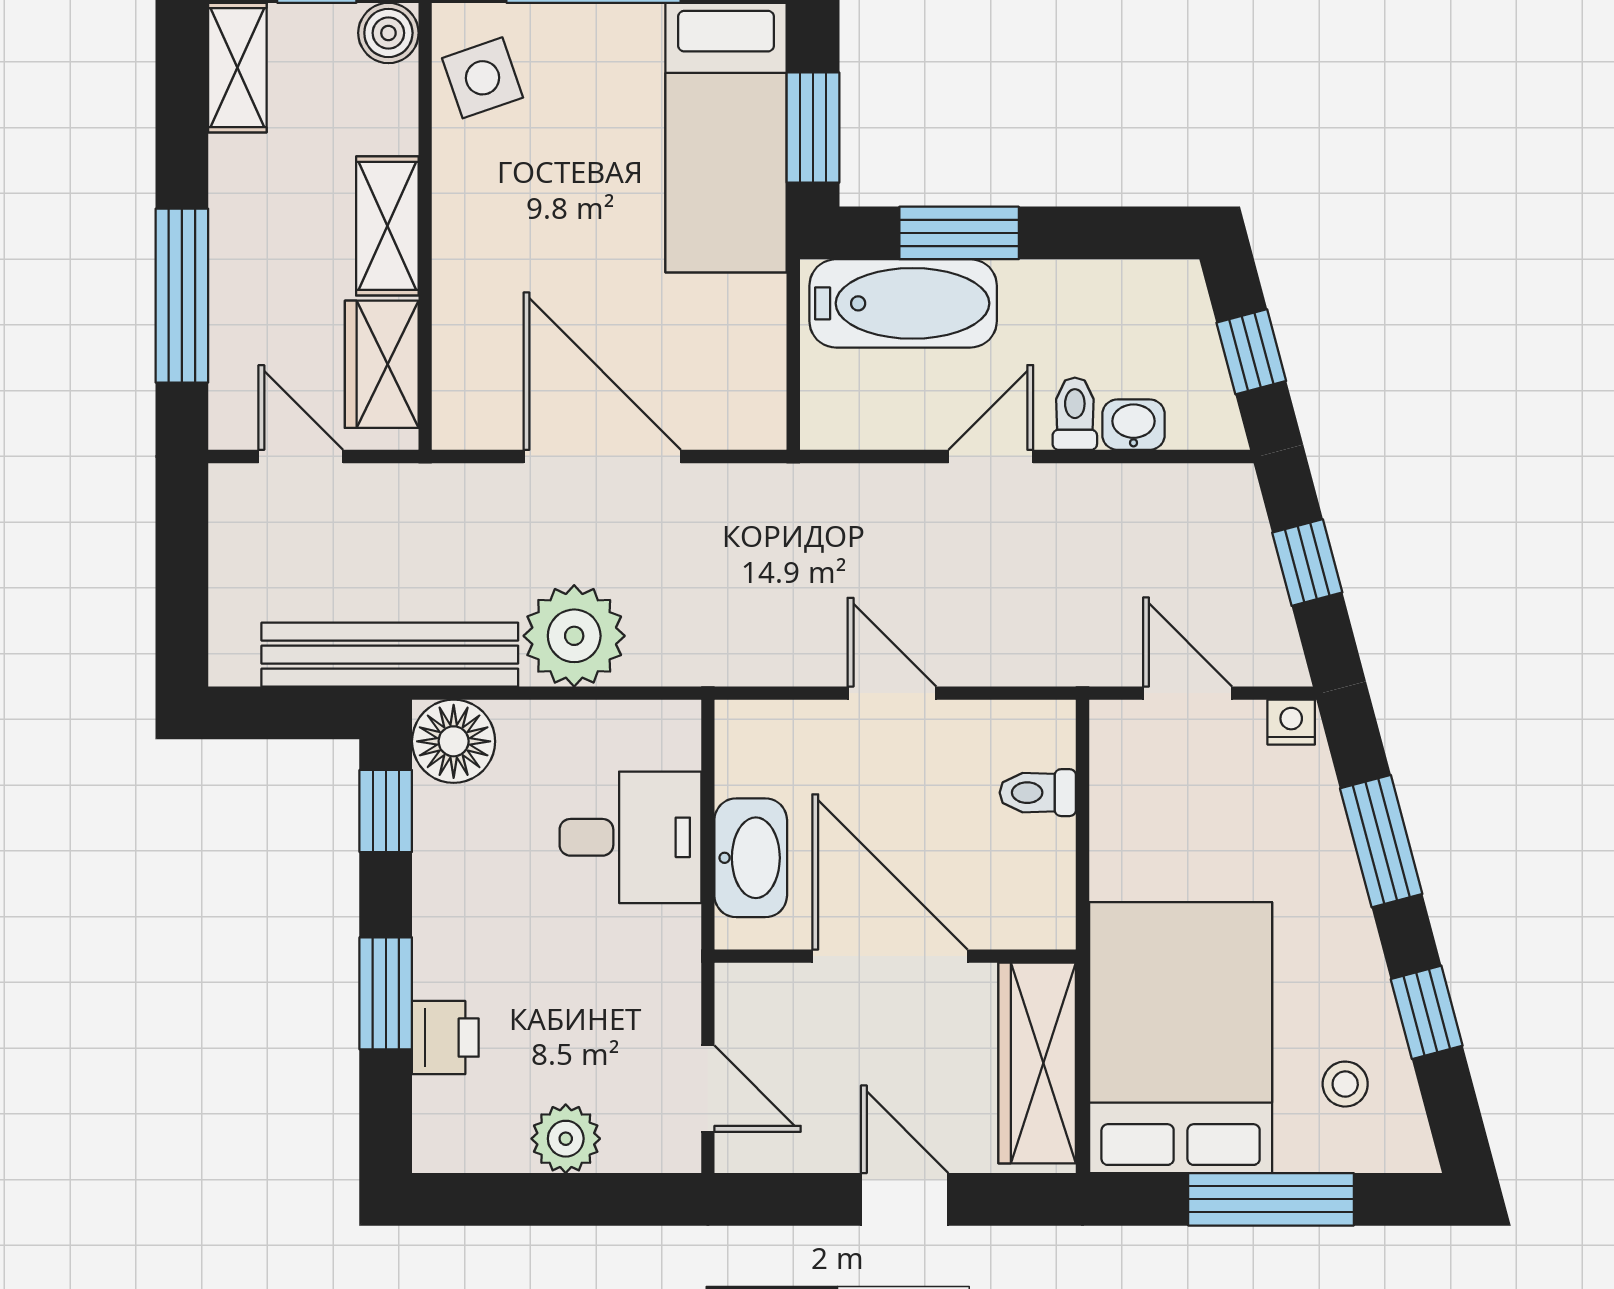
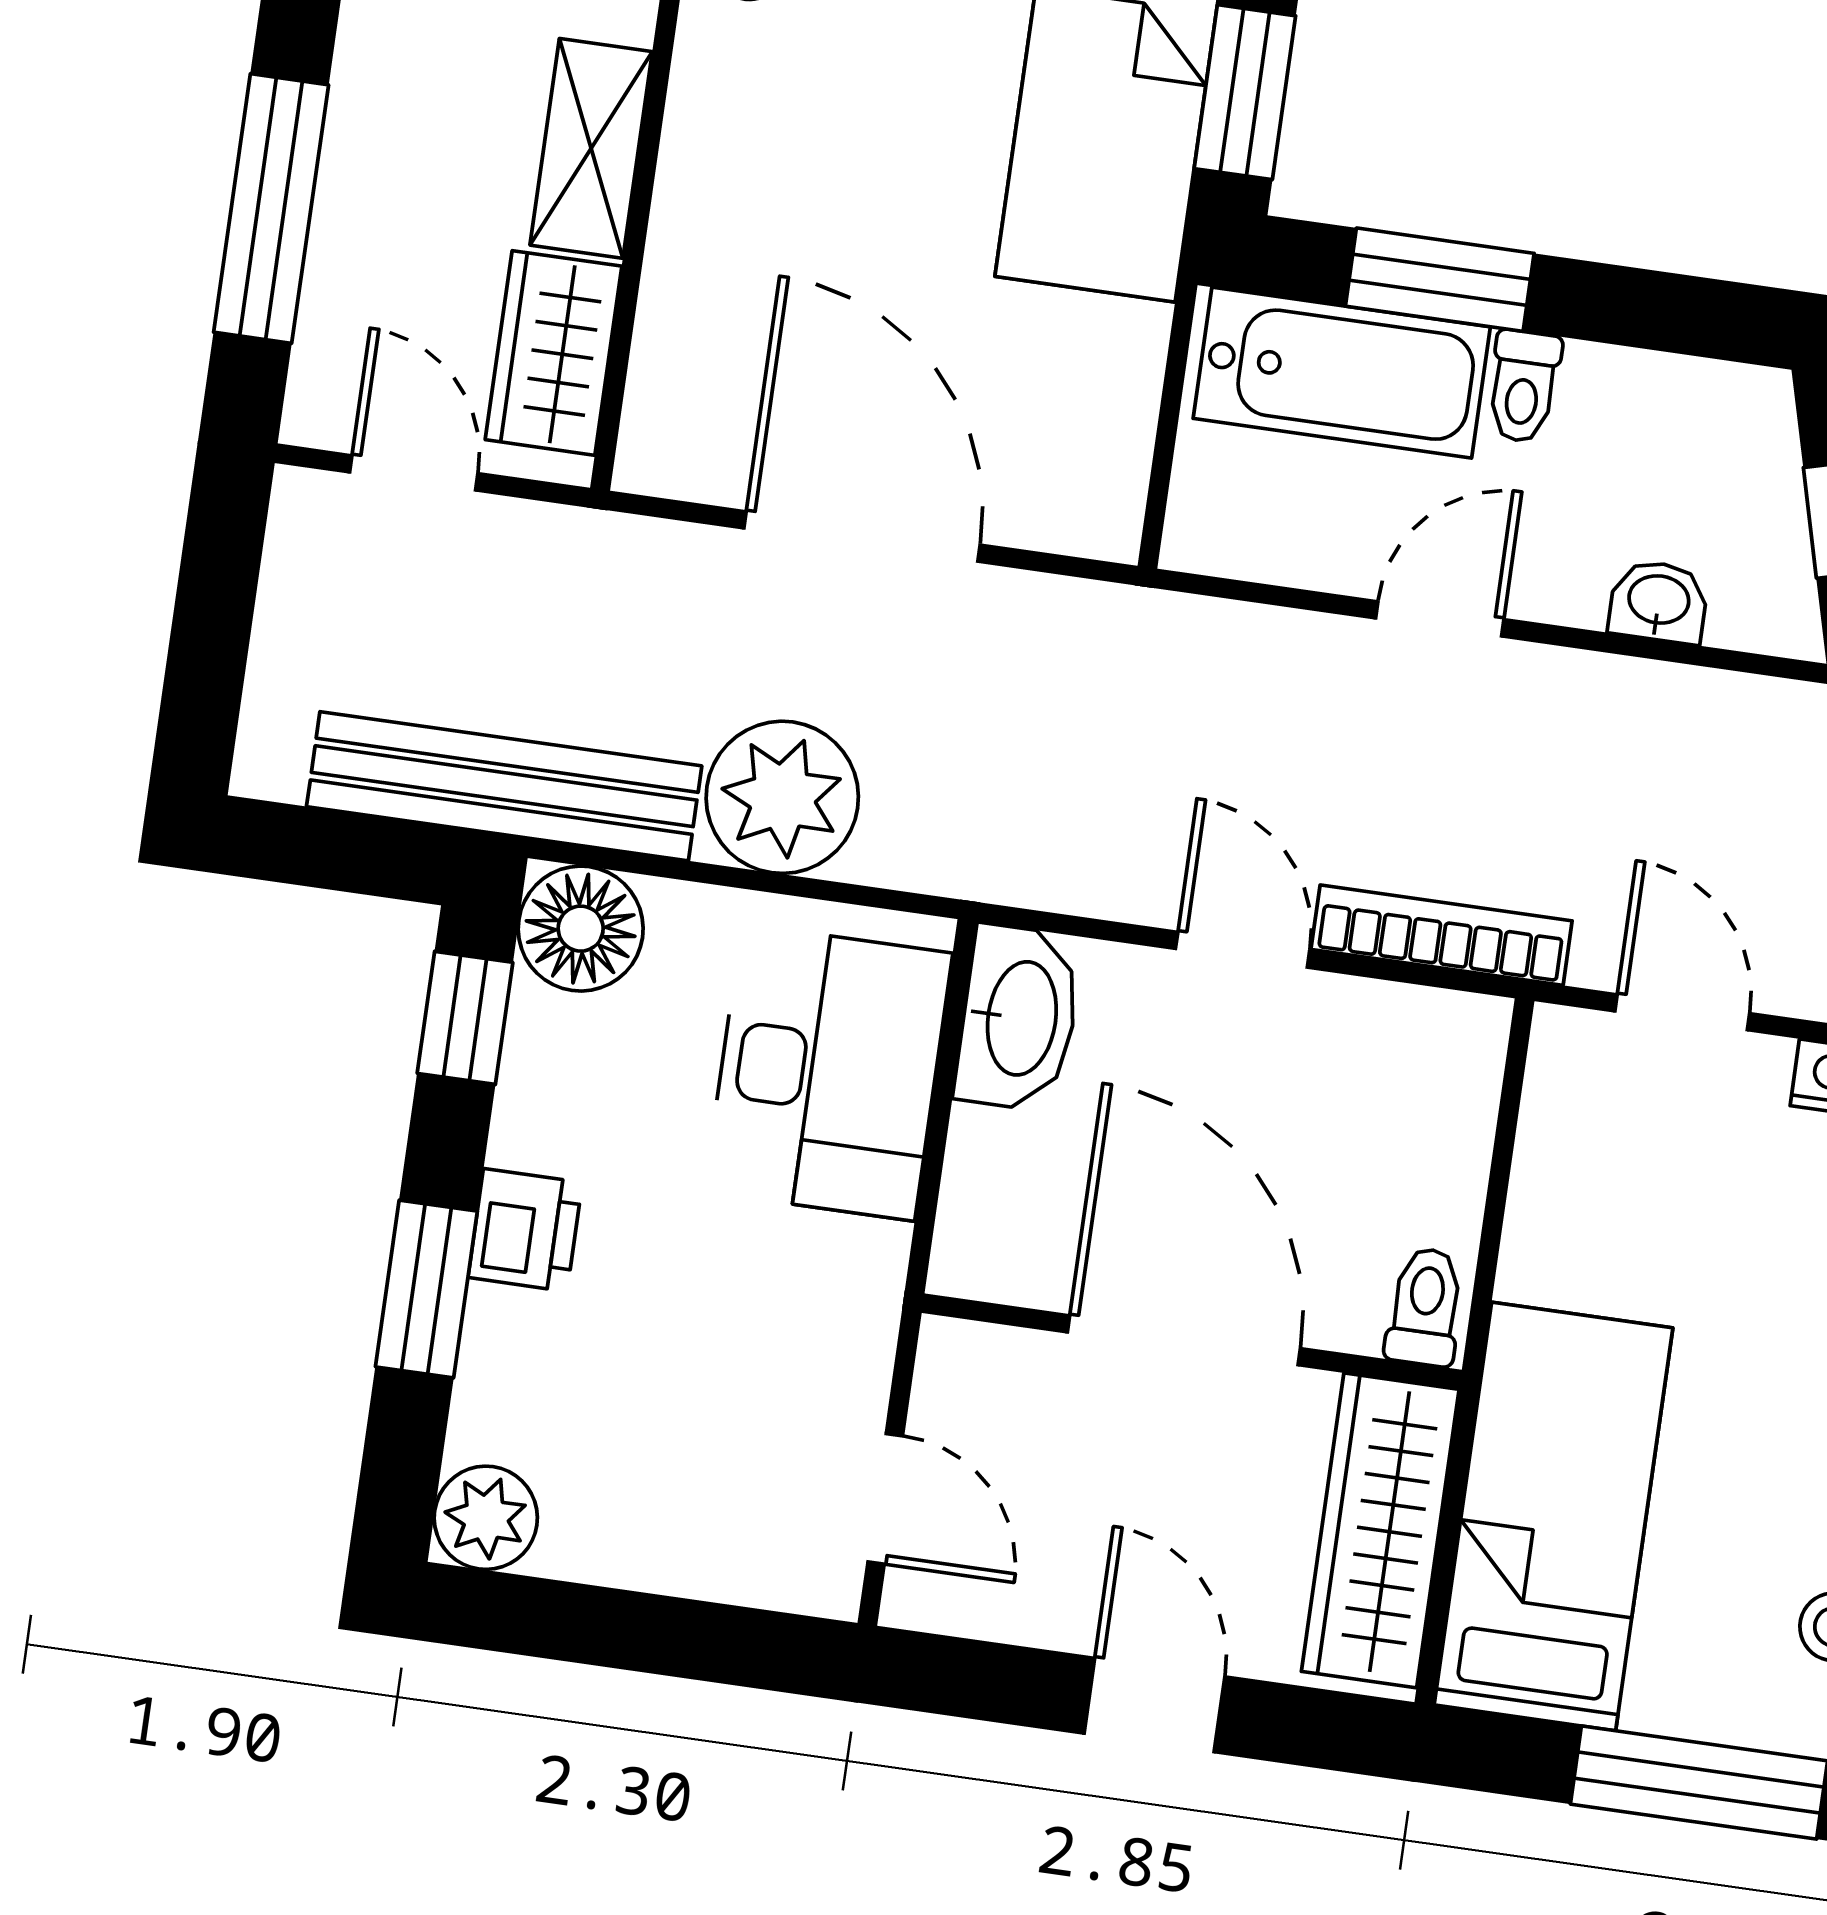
toilet: (1075, 414) -> (1523, 386), moved, turned 180
bookcase: (1022, 665) -> (1442, 935), added
toilet: (1038, 793) -> (1425, 1307), moved, turned 90
desk: (630, 837) -> (828, 1072), width x1.37
washbasin: (751, 858) -> (1019, 1018), moved
printer: (445, 1038) -> (525, 1230), moved
bed: (1181, 1038) -> (1554, 1516), width x0.67
plant: (566, 1139) -> (486, 1518), moved

